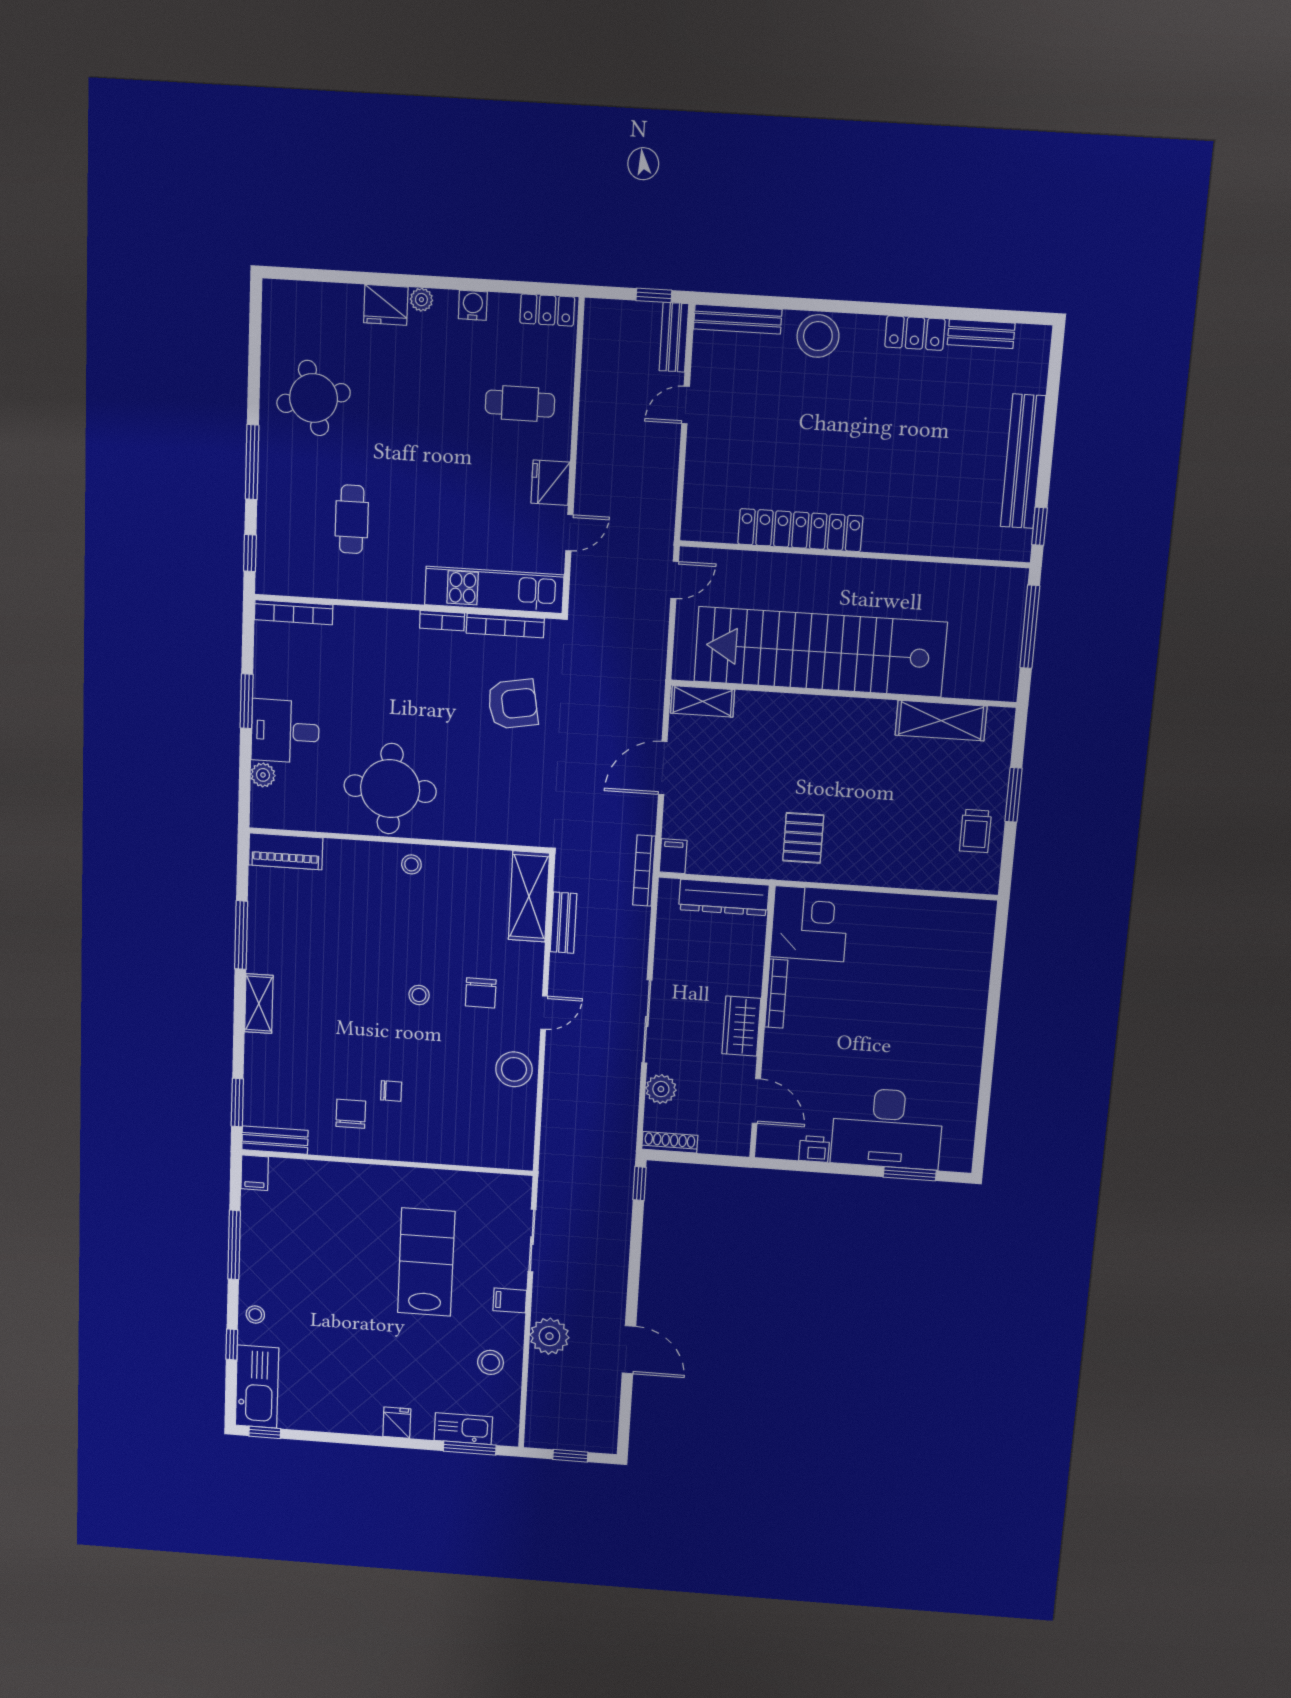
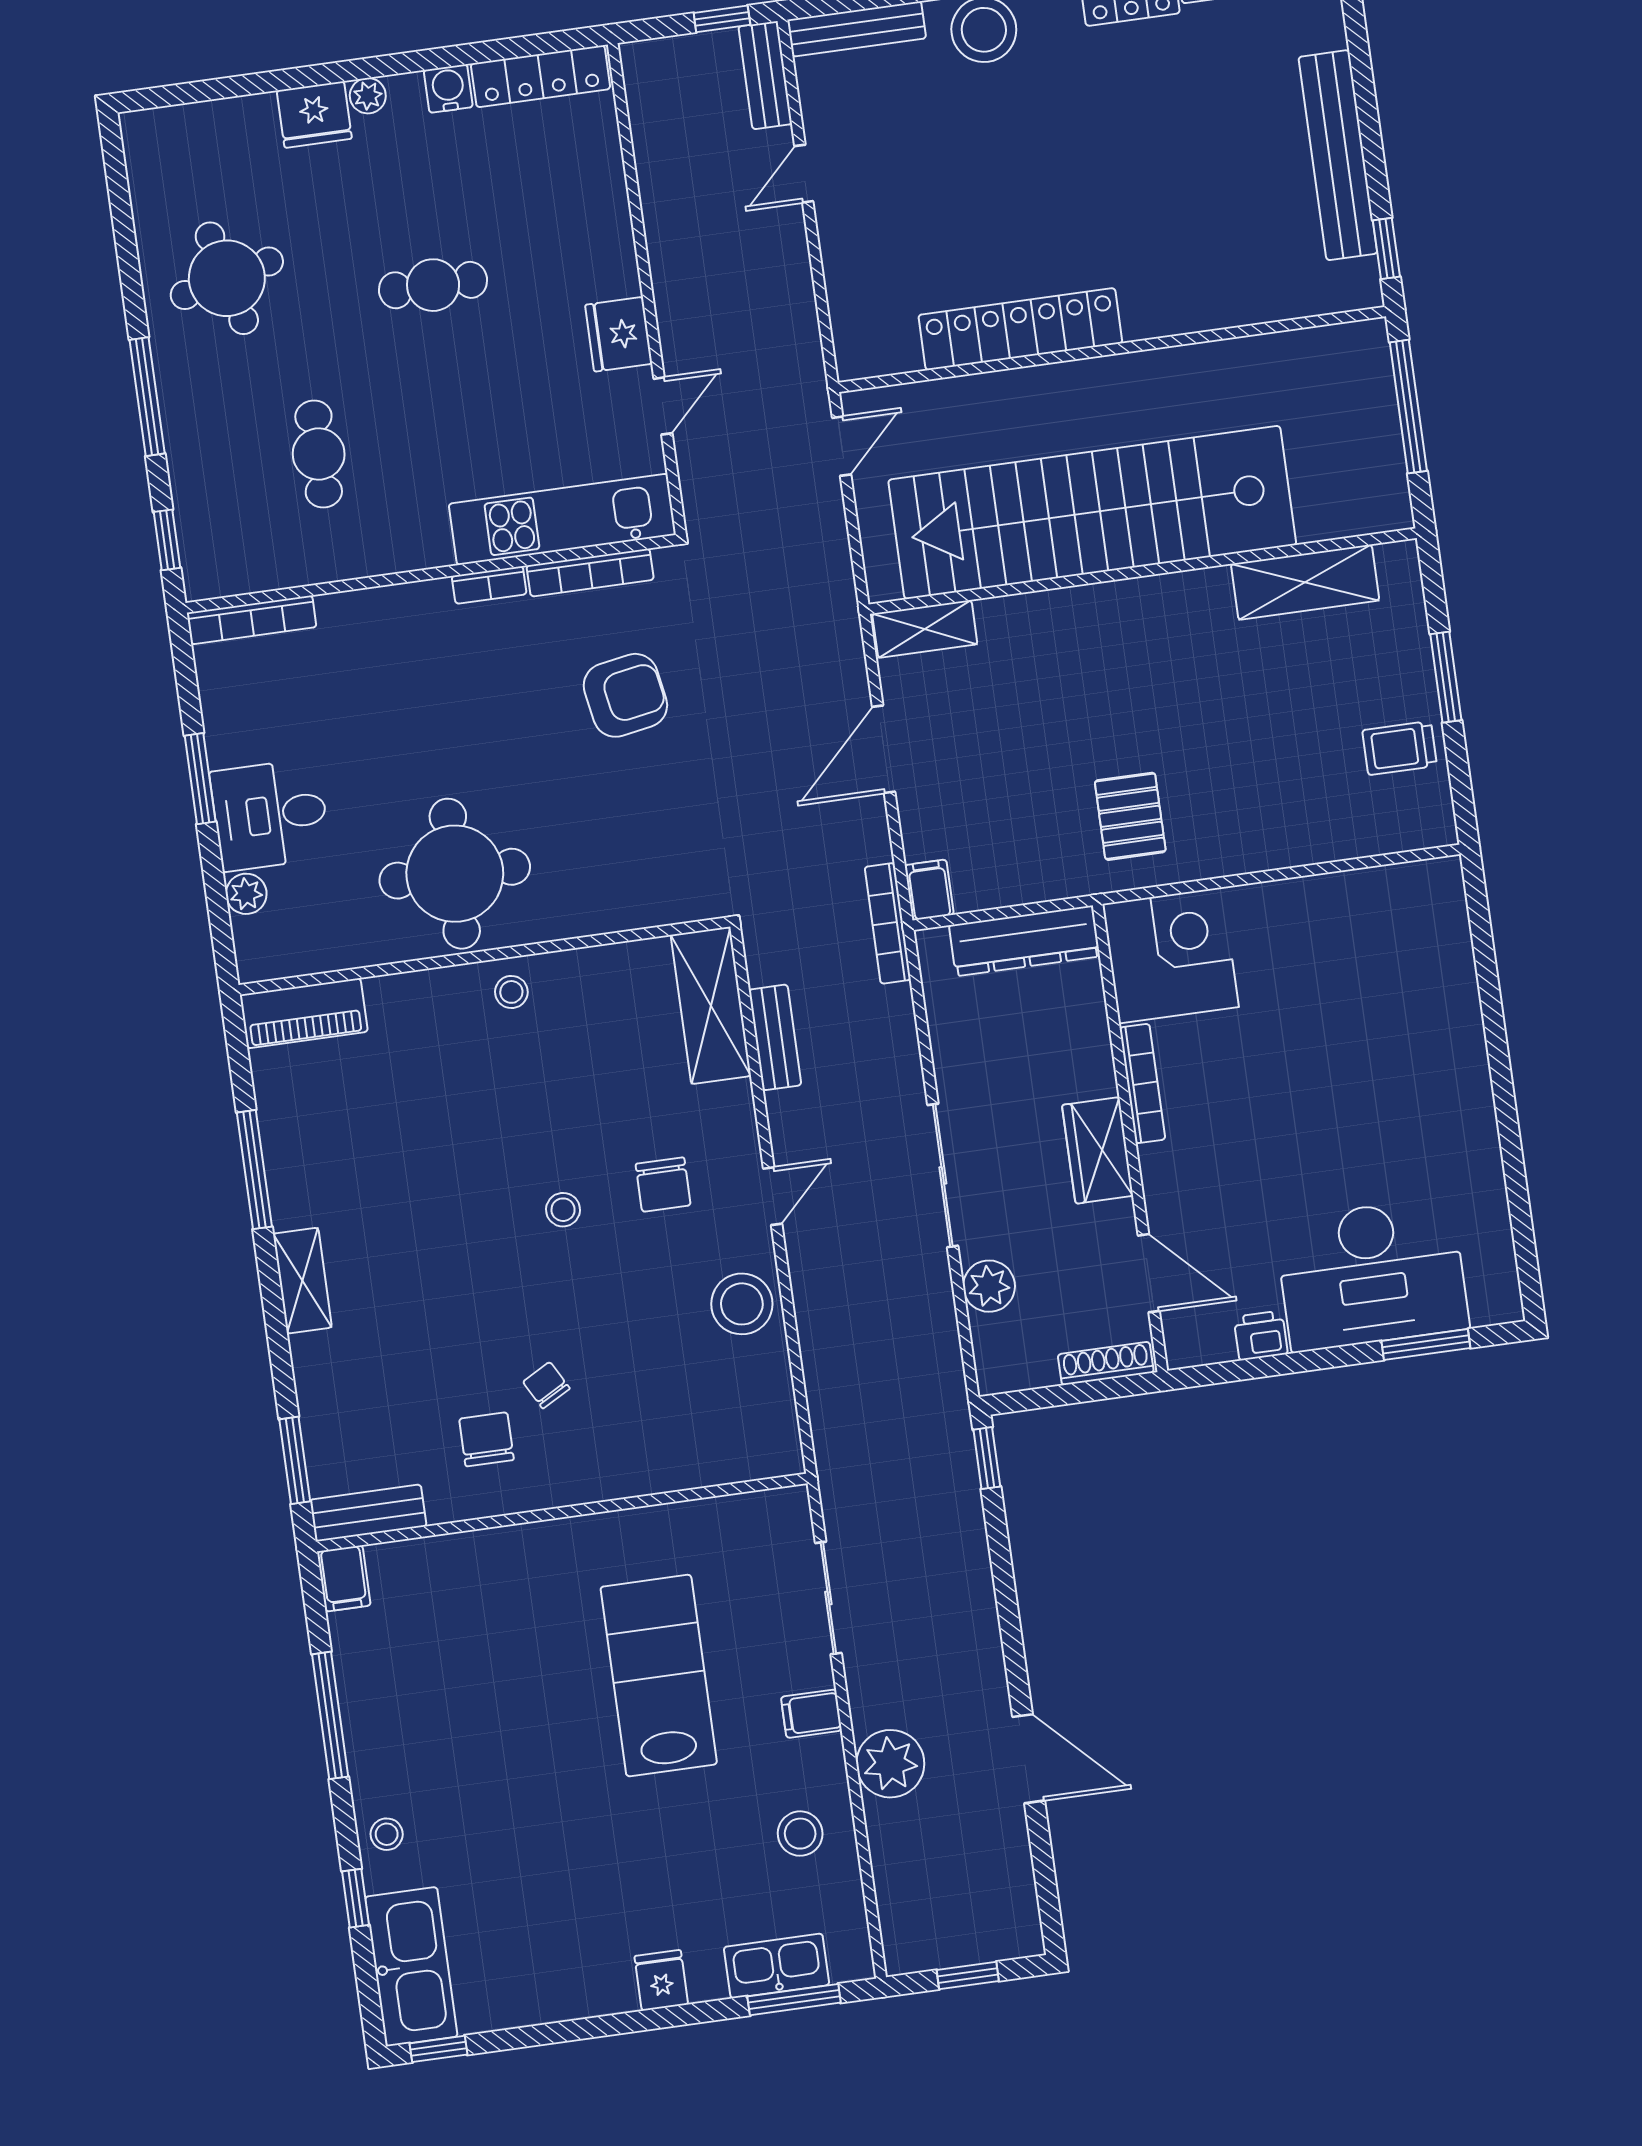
locker: (547, 310) -> (541, 76), width x1.53
cafe table: (520, 404) -> (433, 285), moved
trolley: (975, 831) -> (1400, 748), turned 90
chair: (391, 1091) -> (546, 1385), turned -119
shoe rack: (670, 1142) -> (1106, 1363), moved

